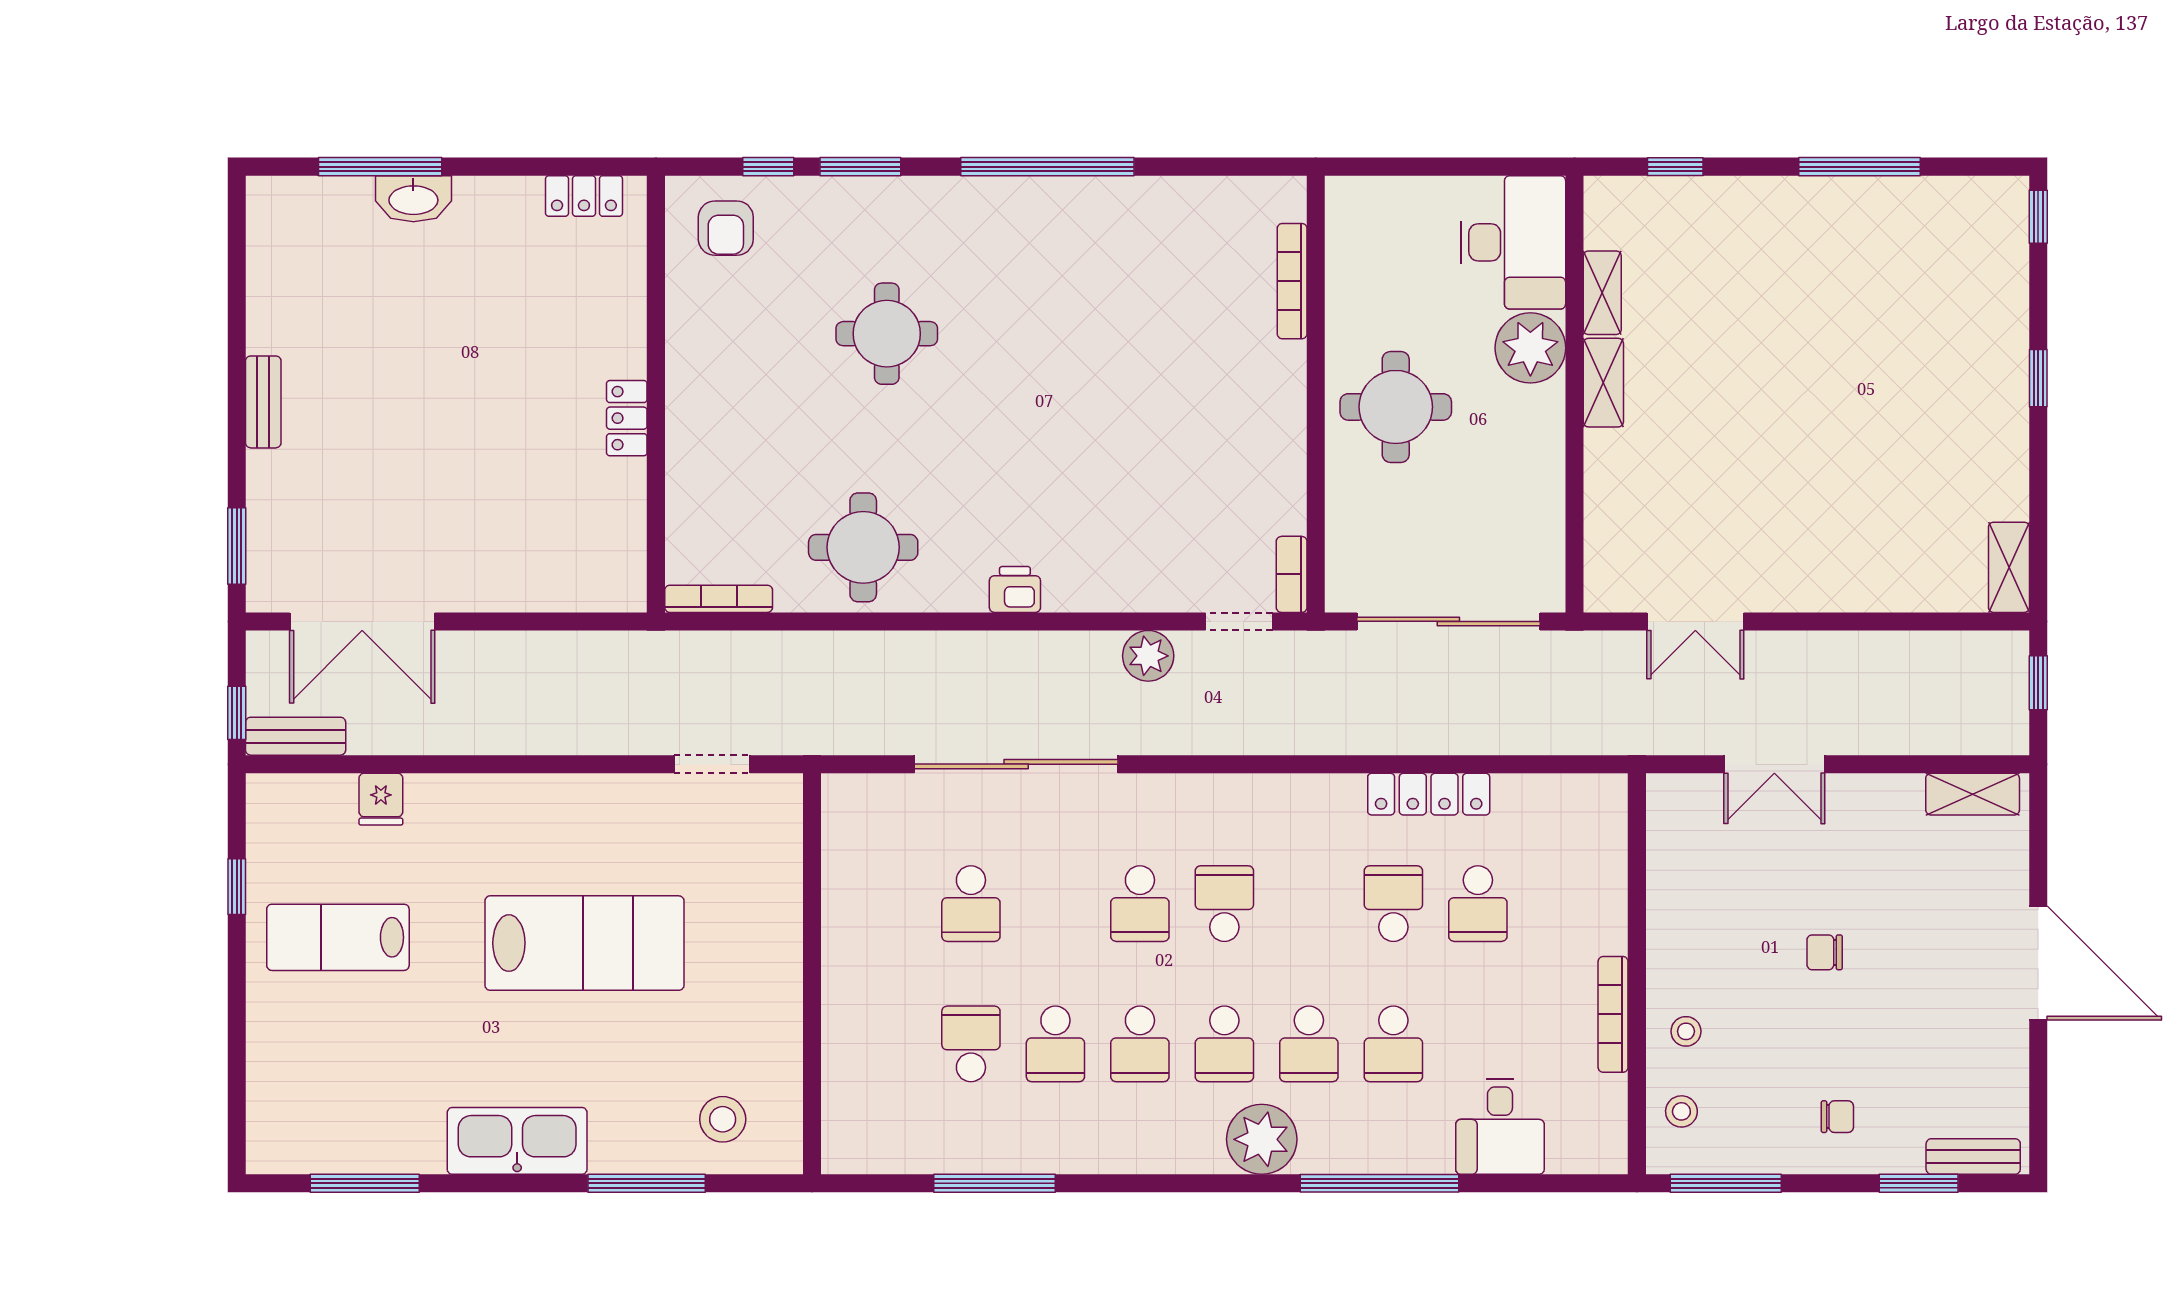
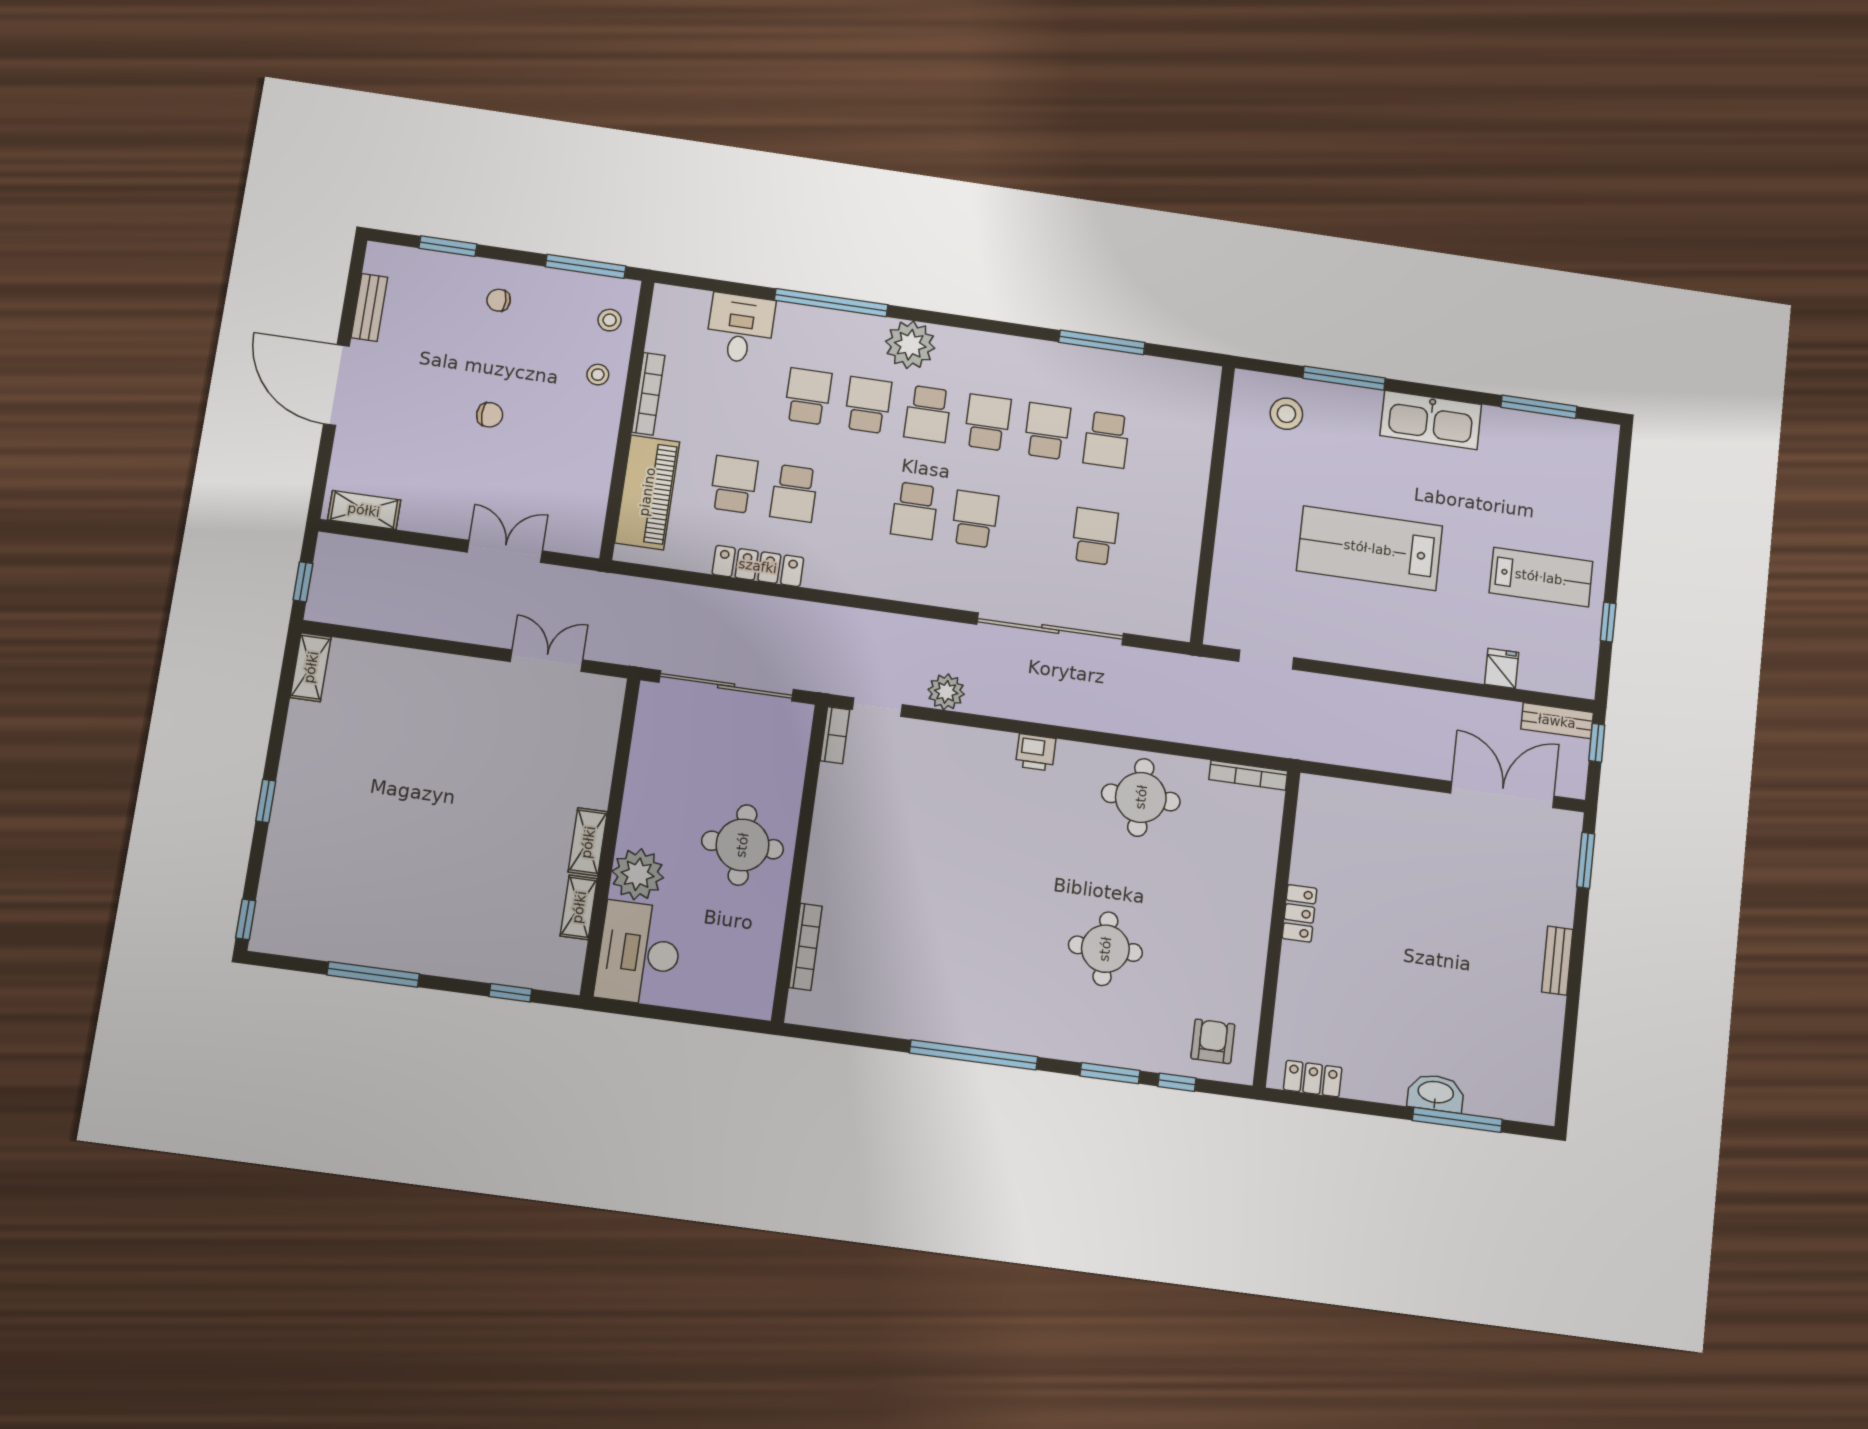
piano: (1594, 875) -> (647, 492), added
school desk: (1224, 1044) -> (928, 414), turned 180
bench: (1973, 1156) -> (369, 307), moved, turned 90

